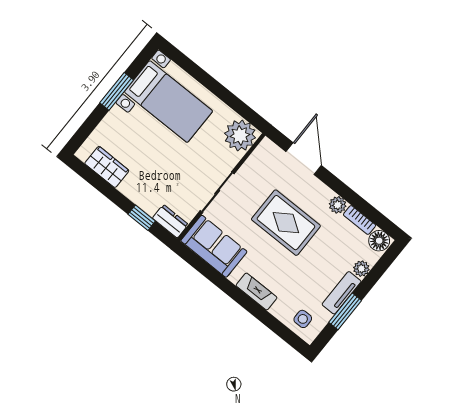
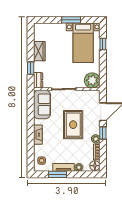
window: (196, 72) -> (103, 44), added
wardrobe: (107, 167) -> (39, 51), moved
window: (337, 186) -> (103, 133), added

